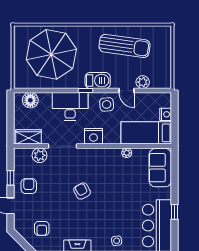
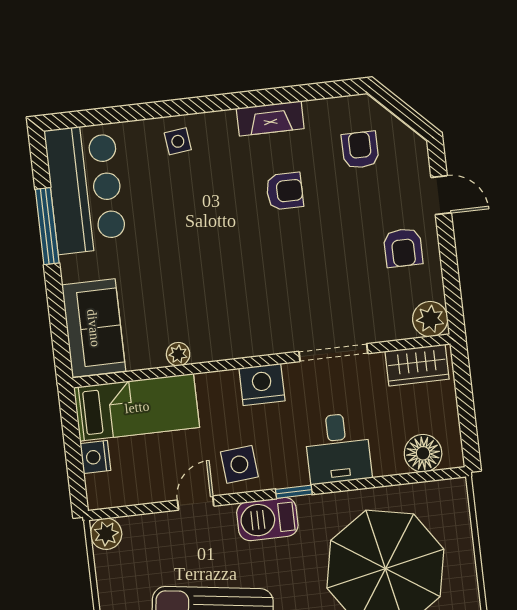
plant: (143, 82) -> (106, 534), moved
door: (127, 91) -> (196, 503), hinge flipped
desk: (70, 106) -> (338, 448), width x0.73
plant: (39, 155) -> (430, 319), moved
window: (10, 178) -> (449, 262), removed
armchair: (82, 191) -> (285, 191), moved, turned -62
window: (175, 212) -> (47, 226), width x2.17

